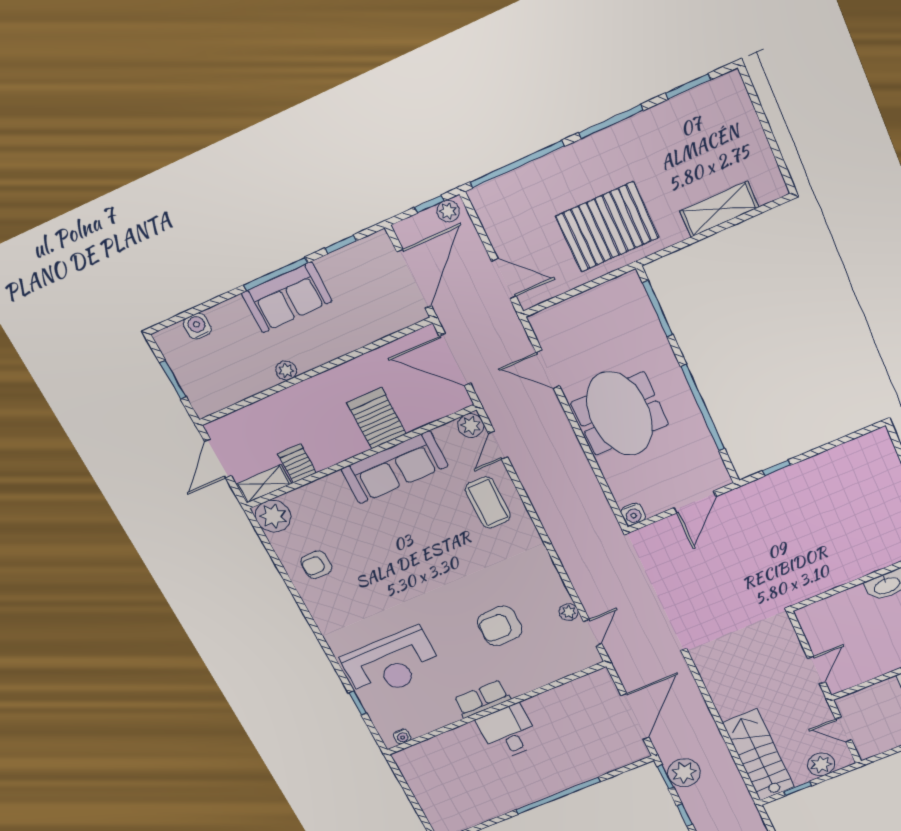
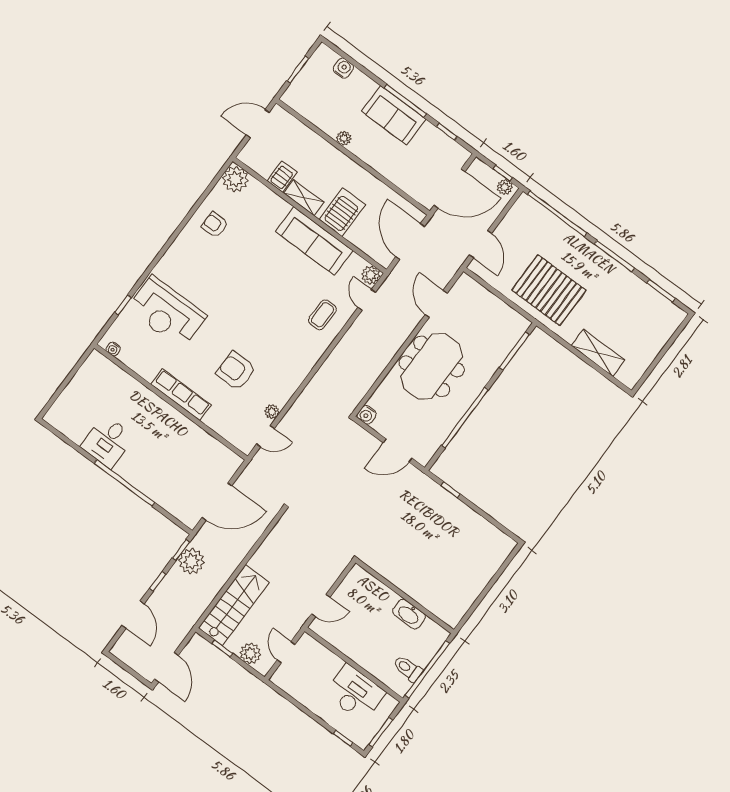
door: (498, 445) -> (367, 300), hinge flipped
shelving: (264, 484) -> (304, 198), moved
coffee table: (488, 503) -> (323, 315), width x0.73, depth x0.77
row of seats: (482, 699) -> (181, 395), width x1.48
desk: (508, 732) -> (107, 442), moved, turned 180

